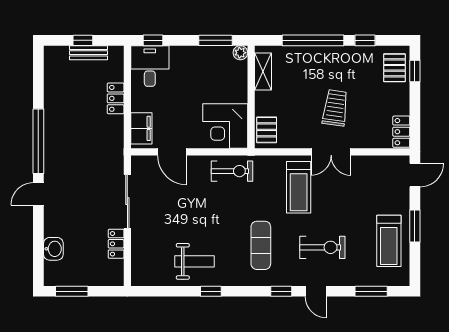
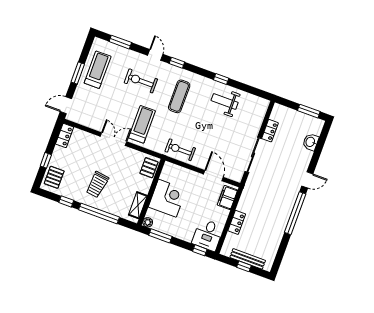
bench: (88, 53) -> (248, 259), width x1.36
window: (415, 71) -> (46, 160), moved
trolley: (335, 108) -> (97, 185), moved
corner desk: (225, 126) -> (167, 198), moved

